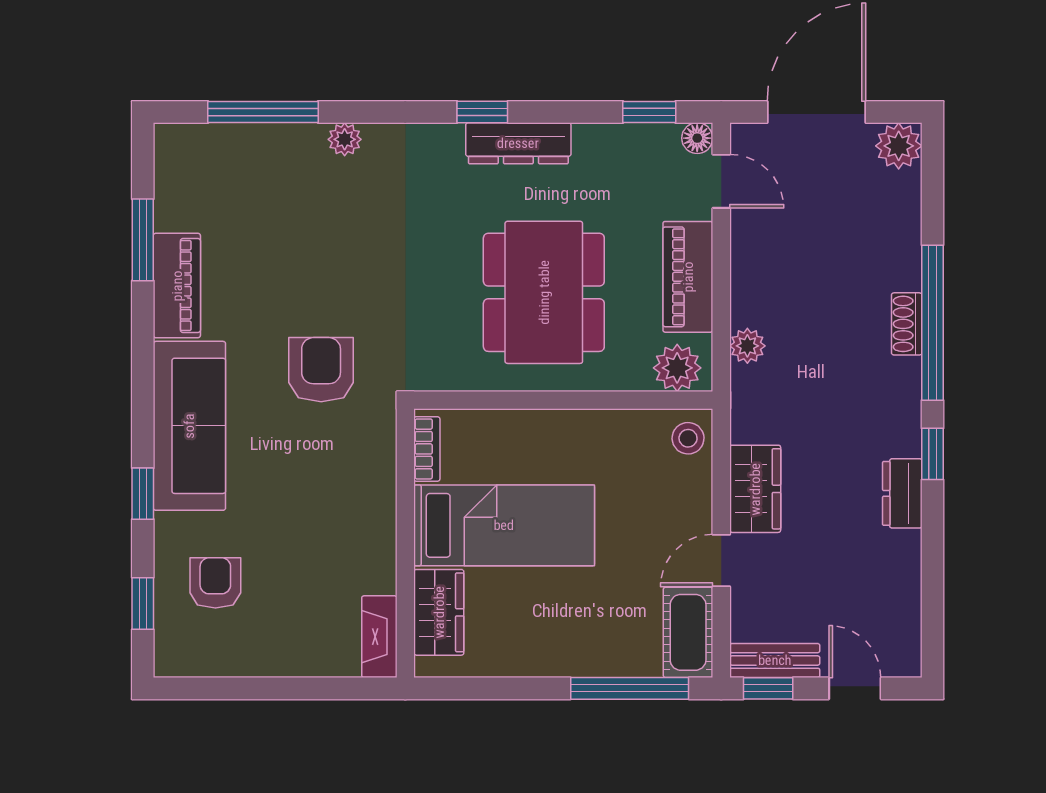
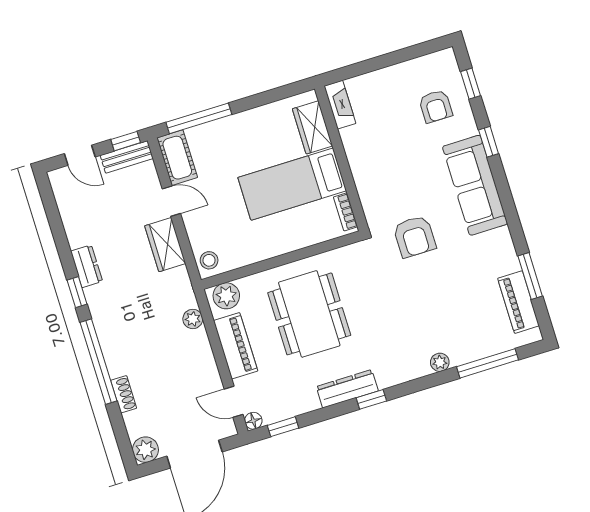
piano: (177, 286) -> (518, 302), moved
shoe rack: (907, 324) -> (124, 394), moved
door: (721, 560) -> (171, 201), hinge flipped

